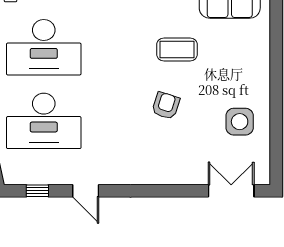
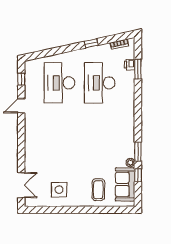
coffee table: (177, 49) -> (98, 190), moved
armchair: (166, 106) -> (68, 149), removed

